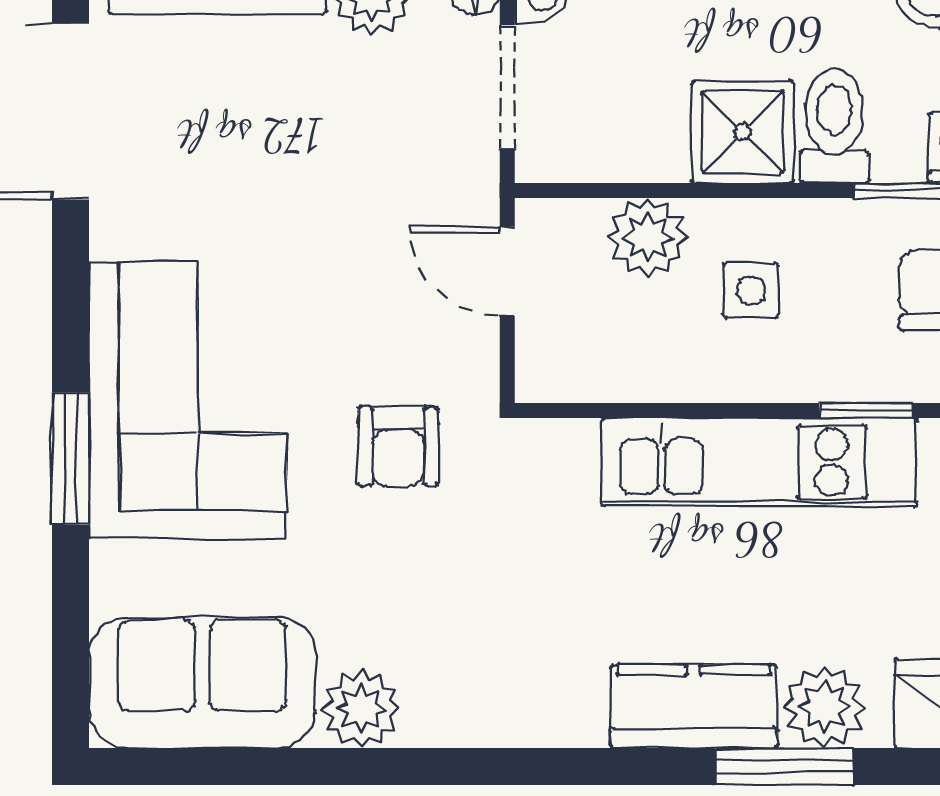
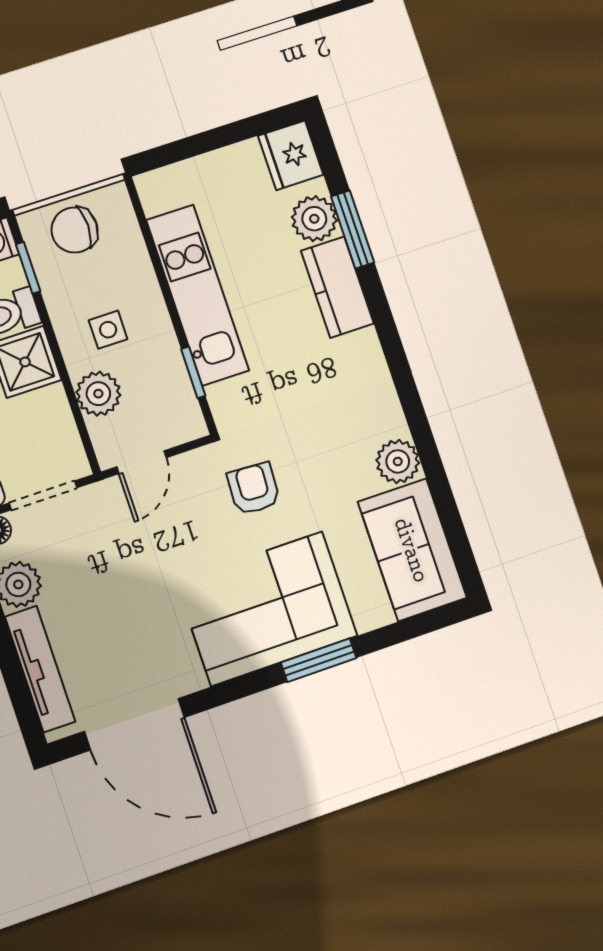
window: (866, 411) -> (193, 372), moved
armchair: (398, 447) -> (254, 489), turned -87

